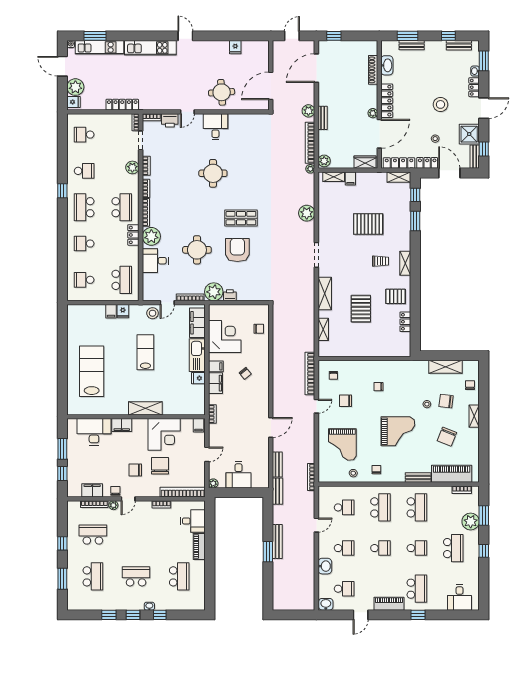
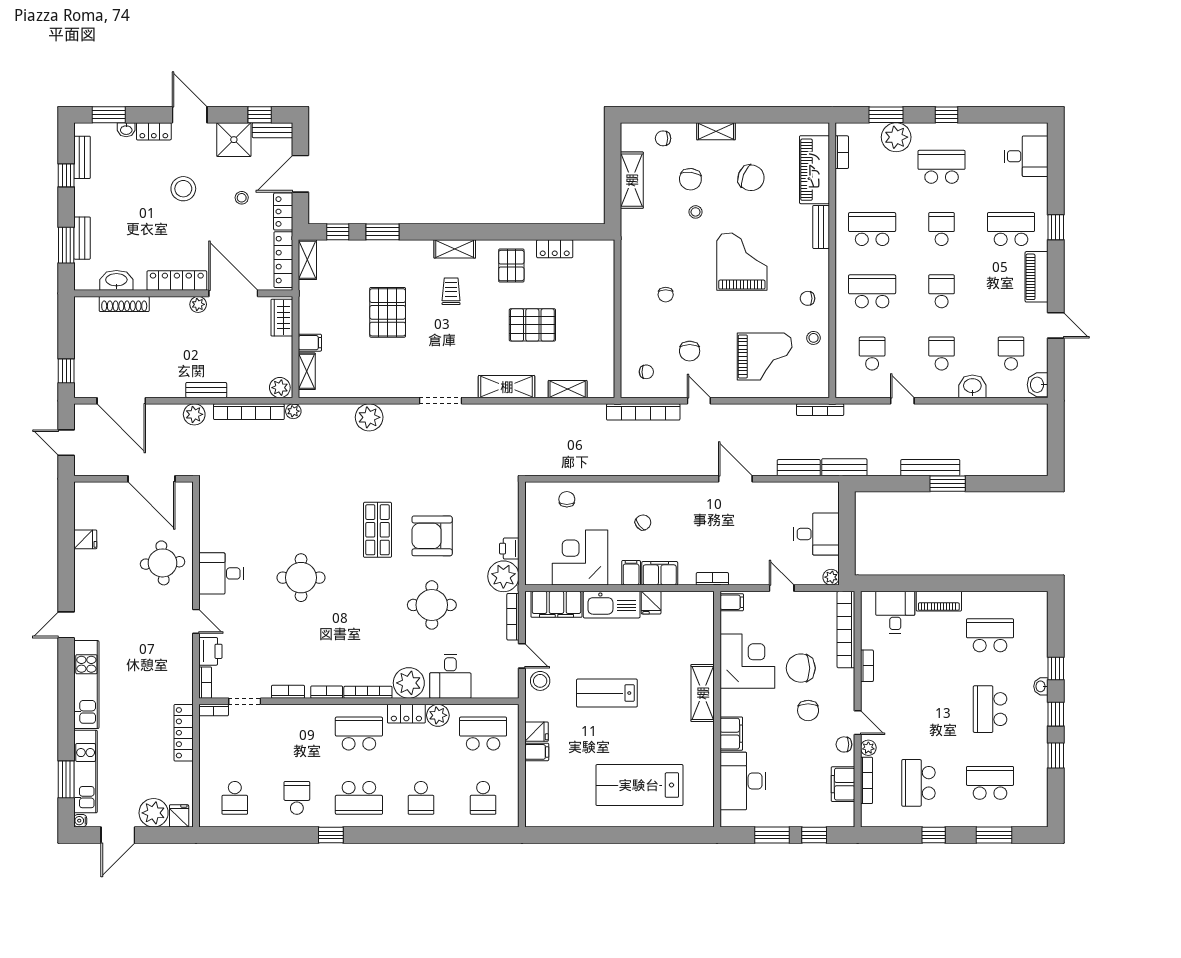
plant: (132, 167) -> (438, 715), moved

